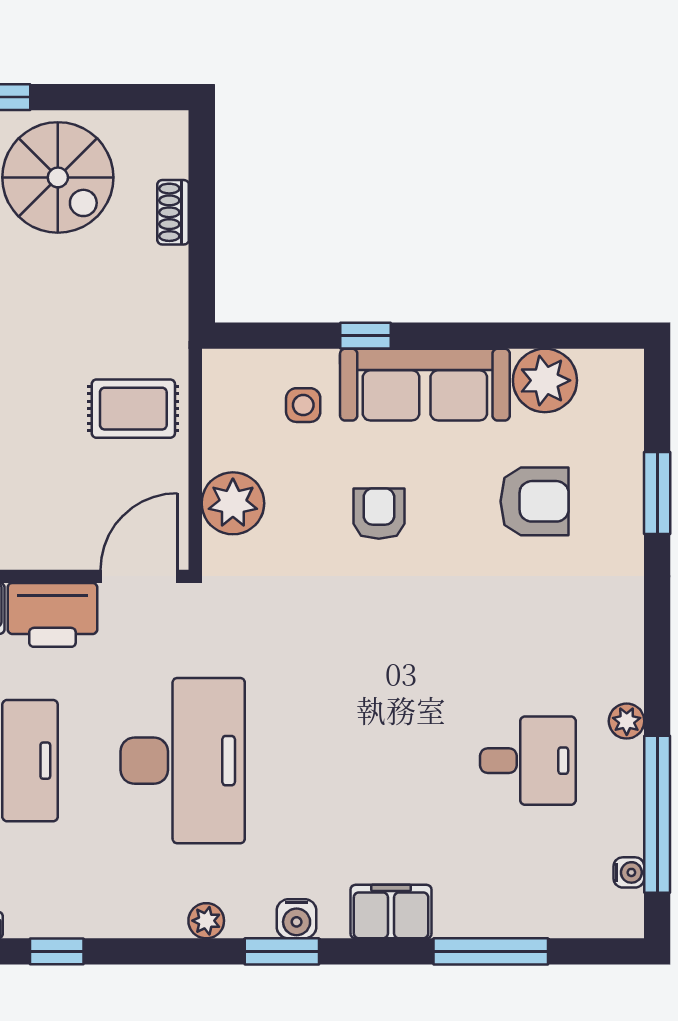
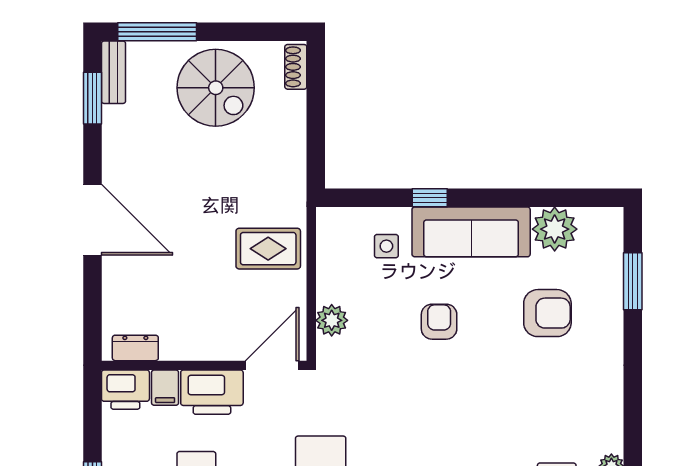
shoe rack: (173, 212) -> (296, 67), moved
window: (657, 493) -> (633, 281), moved
plant: (233, 503) -> (332, 320), width x0.73, depth x0.73

